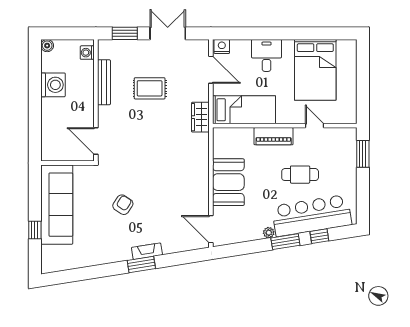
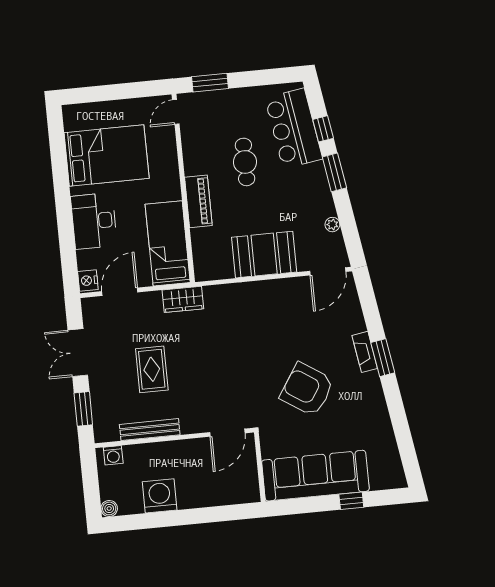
desk: (267, 55) -> (94, 221), width x1.37
door: (315, 126) -> (176, 112), moved
armchair: (123, 205) -> (307, 389), width x1.88, depth x1.88
bar counter: (312, 216) -> (294, 128), width x0.73
plant: (269, 233) -> (332, 225), moved

